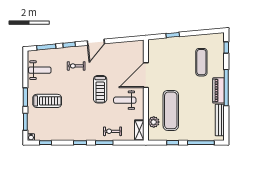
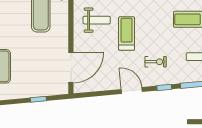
door: (96, 42) -> (132, 90), hinge flipped
door: (146, 75) -> (71, 68), moved

